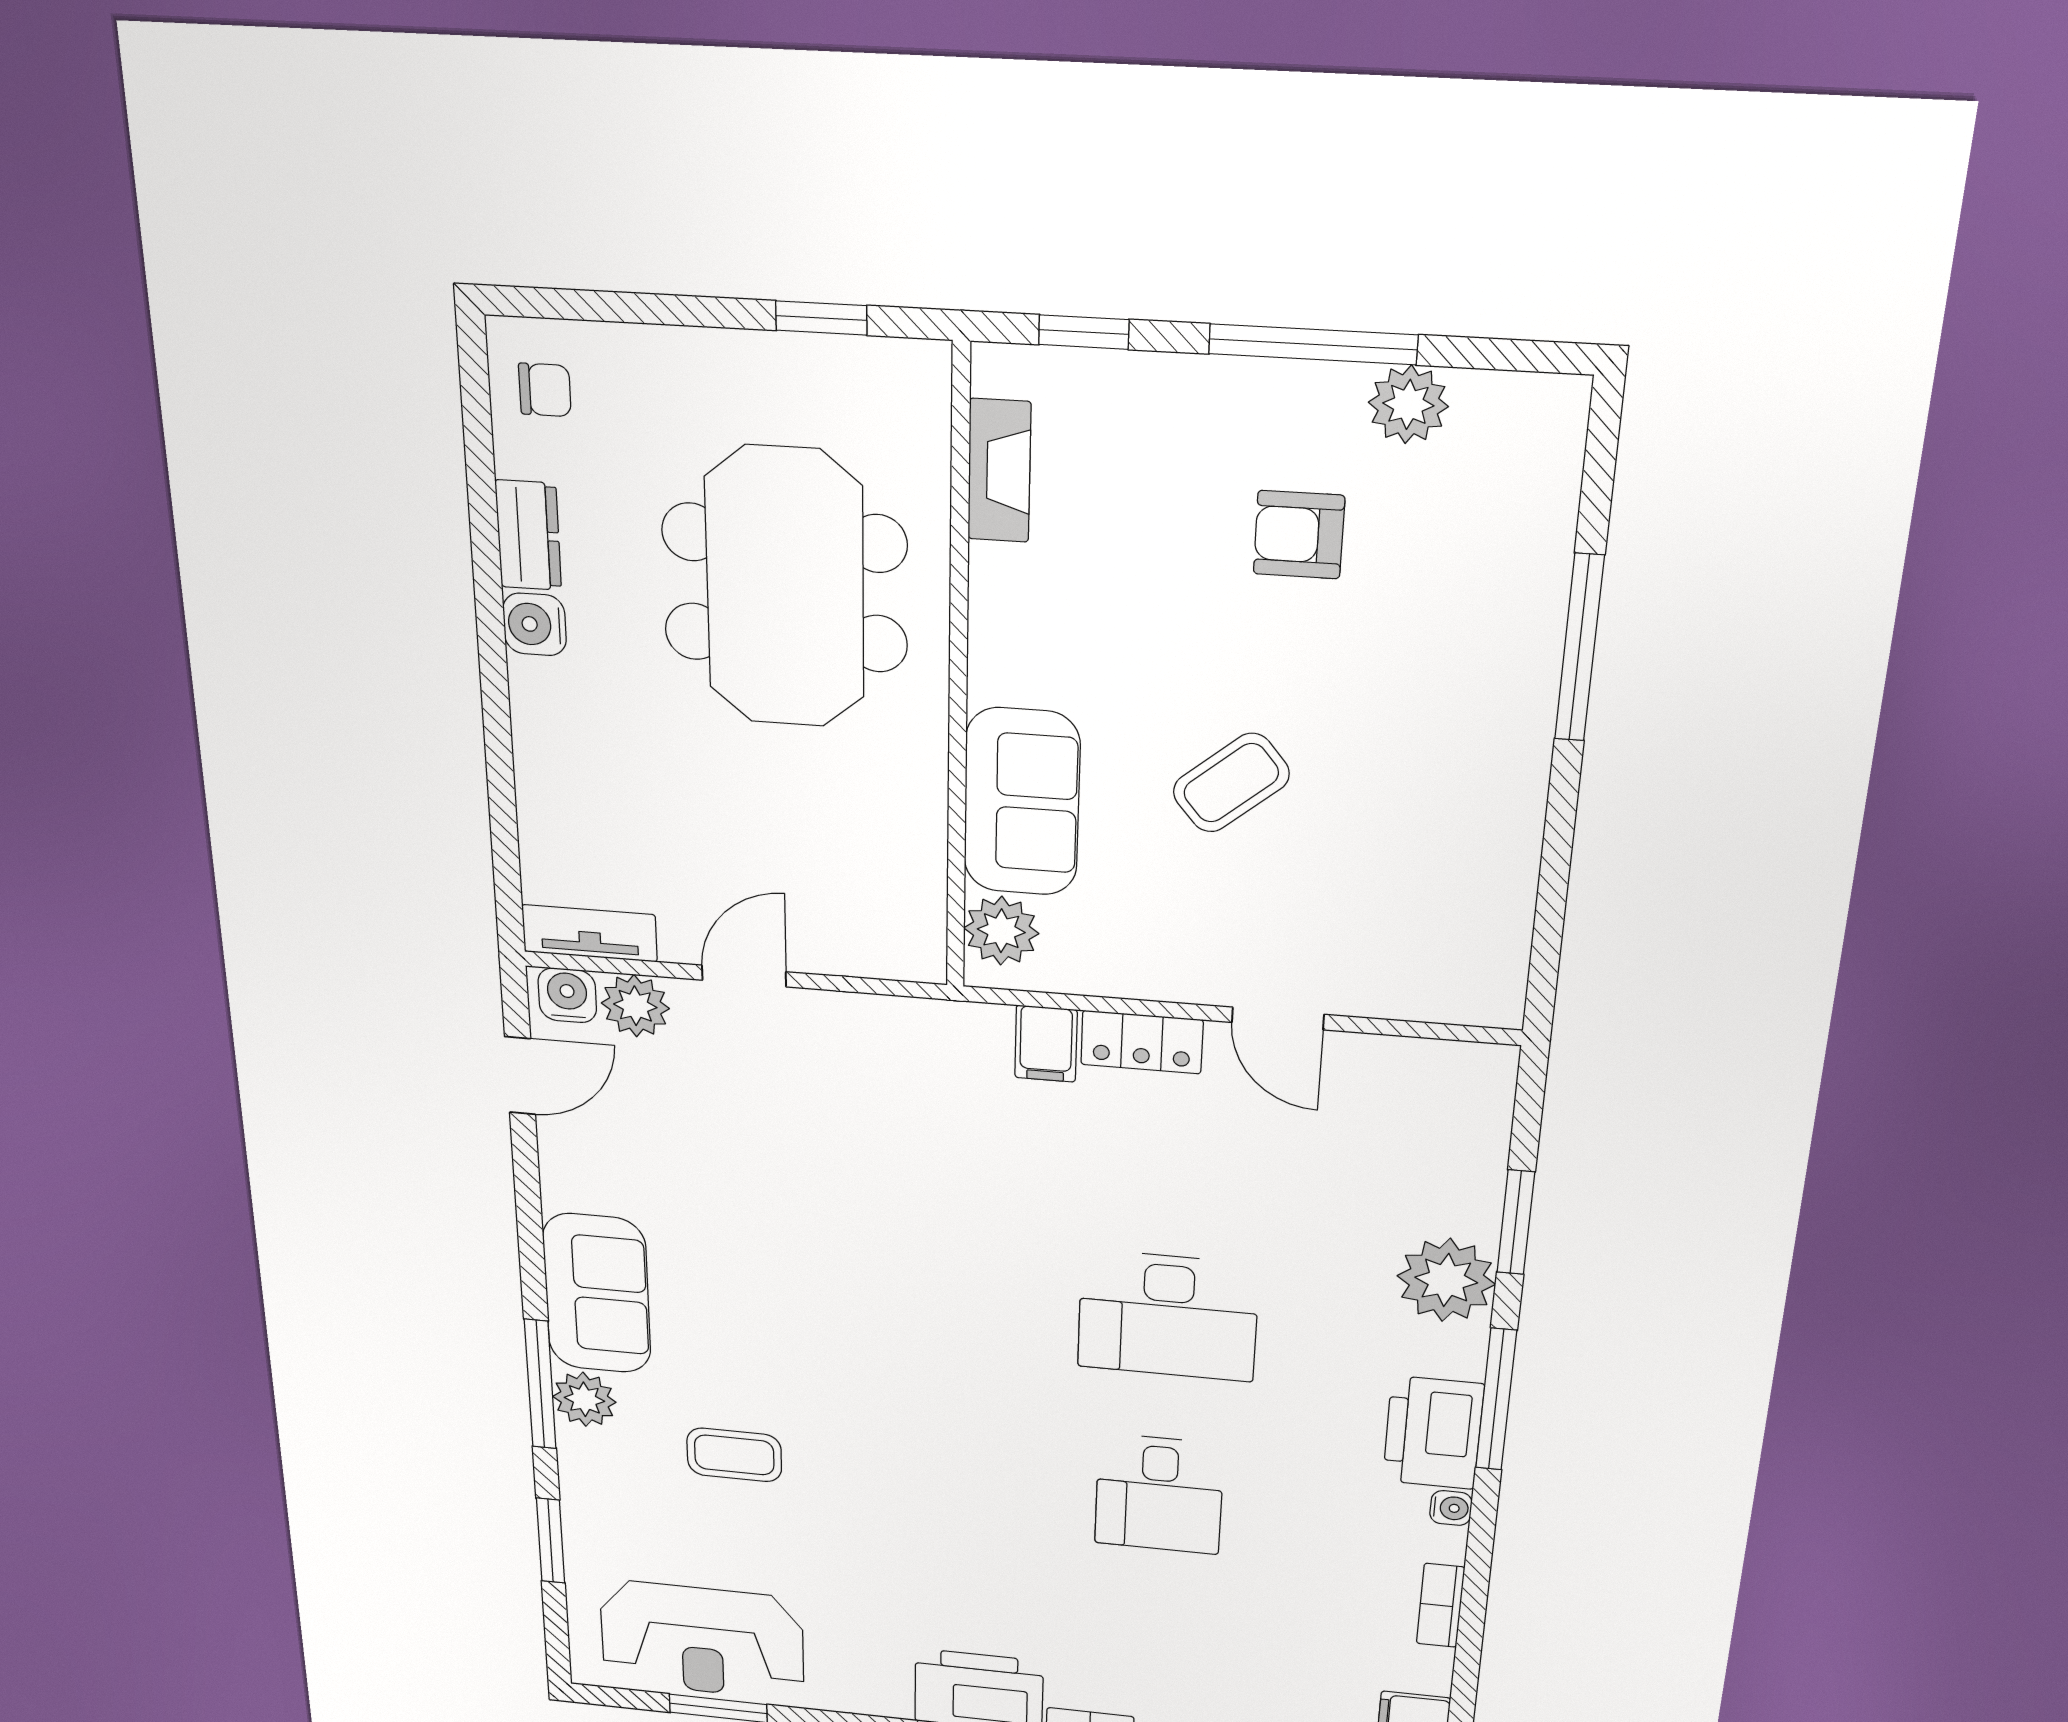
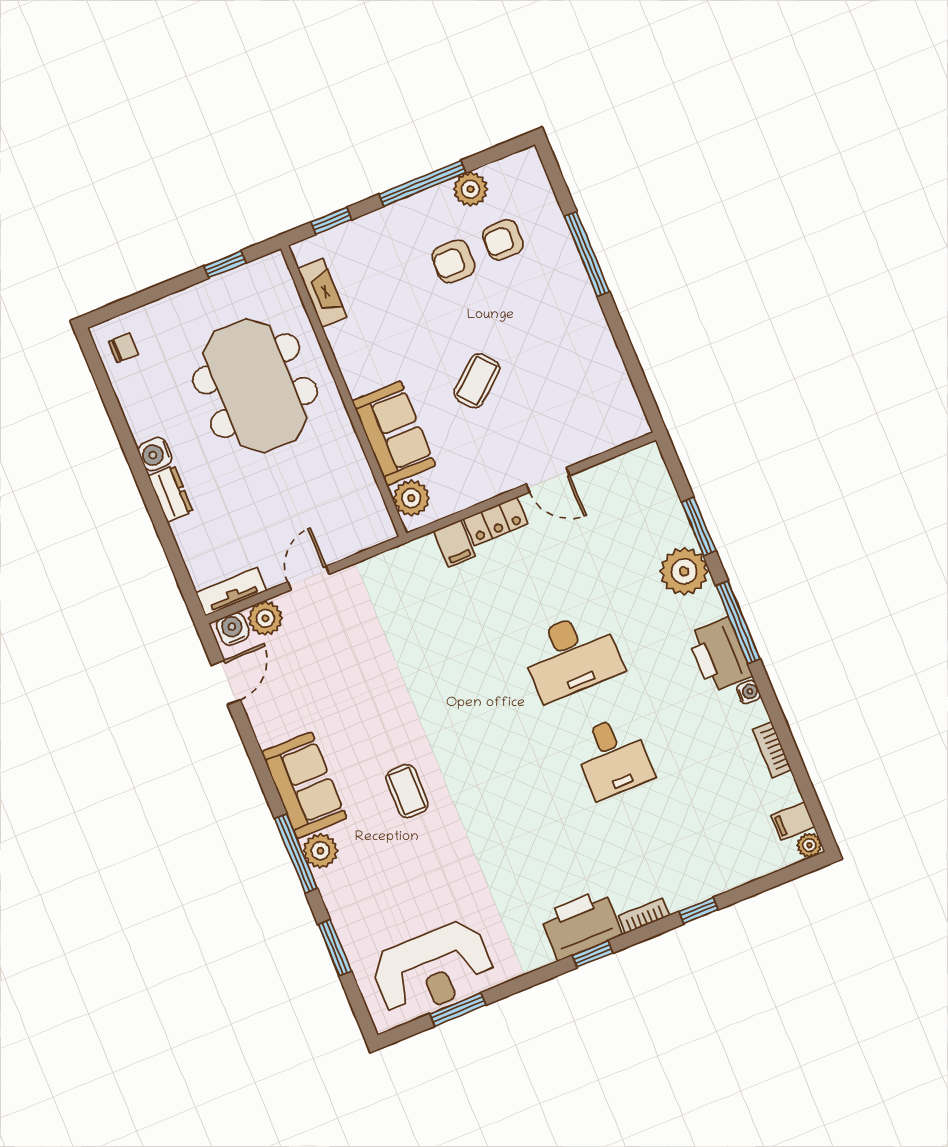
dresser: (528, 535) -> (171, 494), moved
armchair: (1422, 540) -> (503, 240), added
coffee table: (734, 1455) -> (407, 791), moved, turned 90

